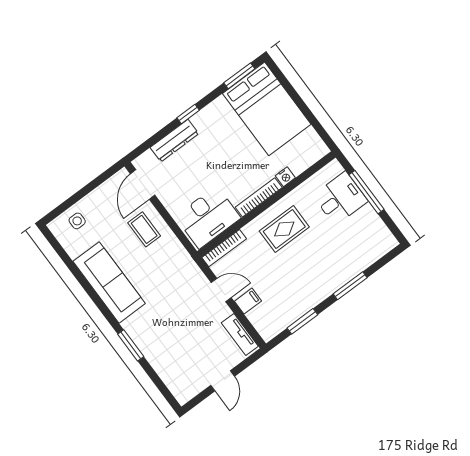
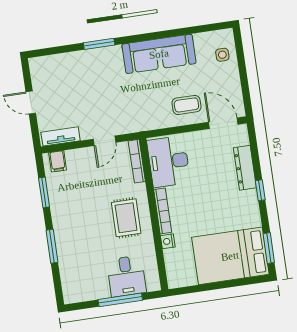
filing cabinet: (248, 301) -> (58, 161), moved

